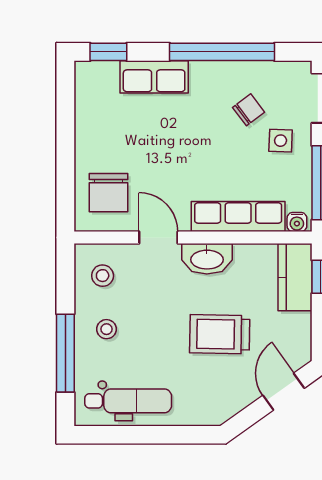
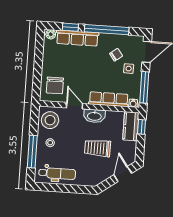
window: (108, 52) -> (70, 27), moved
plant: (90, 72) -> (51, 34), added
row of seats: (154, 77) -> (77, 38), width x1.48
stool: (103, 276) -> (50, 120), width x1.89, depth x1.89

